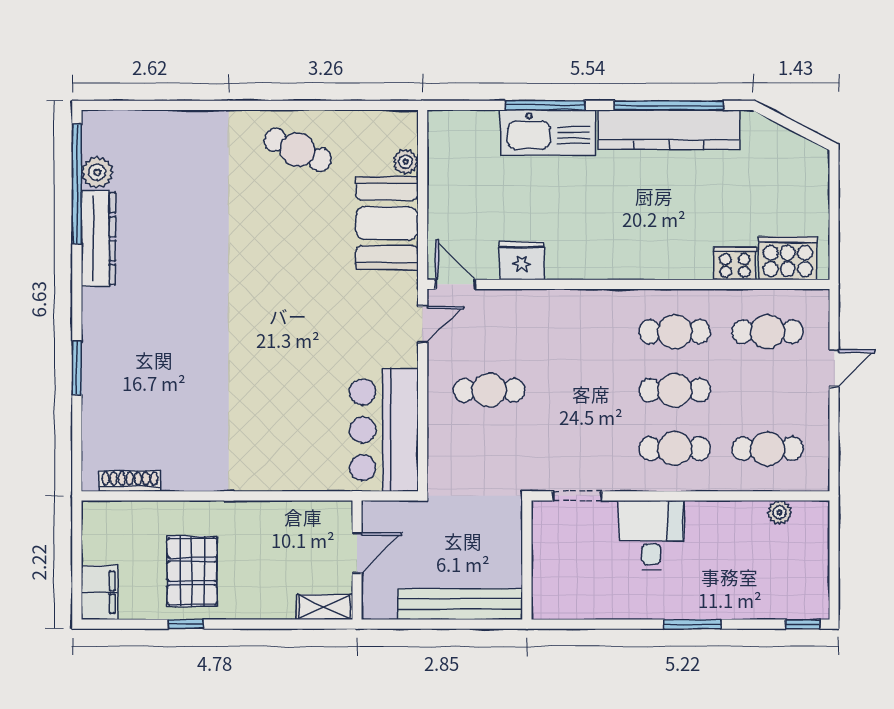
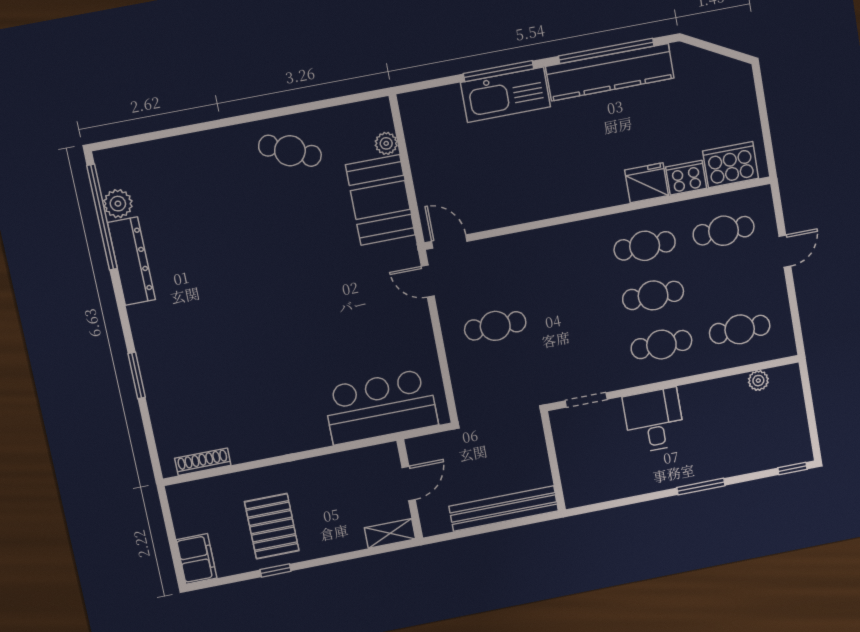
fridge: (522, 261) -> (647, 183), moved
door: (423, 324) -> (428, 281), swing flipped
bar counter: (384, 430) -> (381, 407), moved, turned 90

